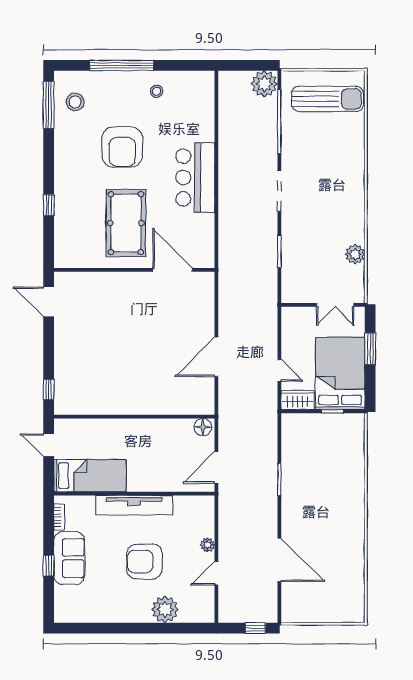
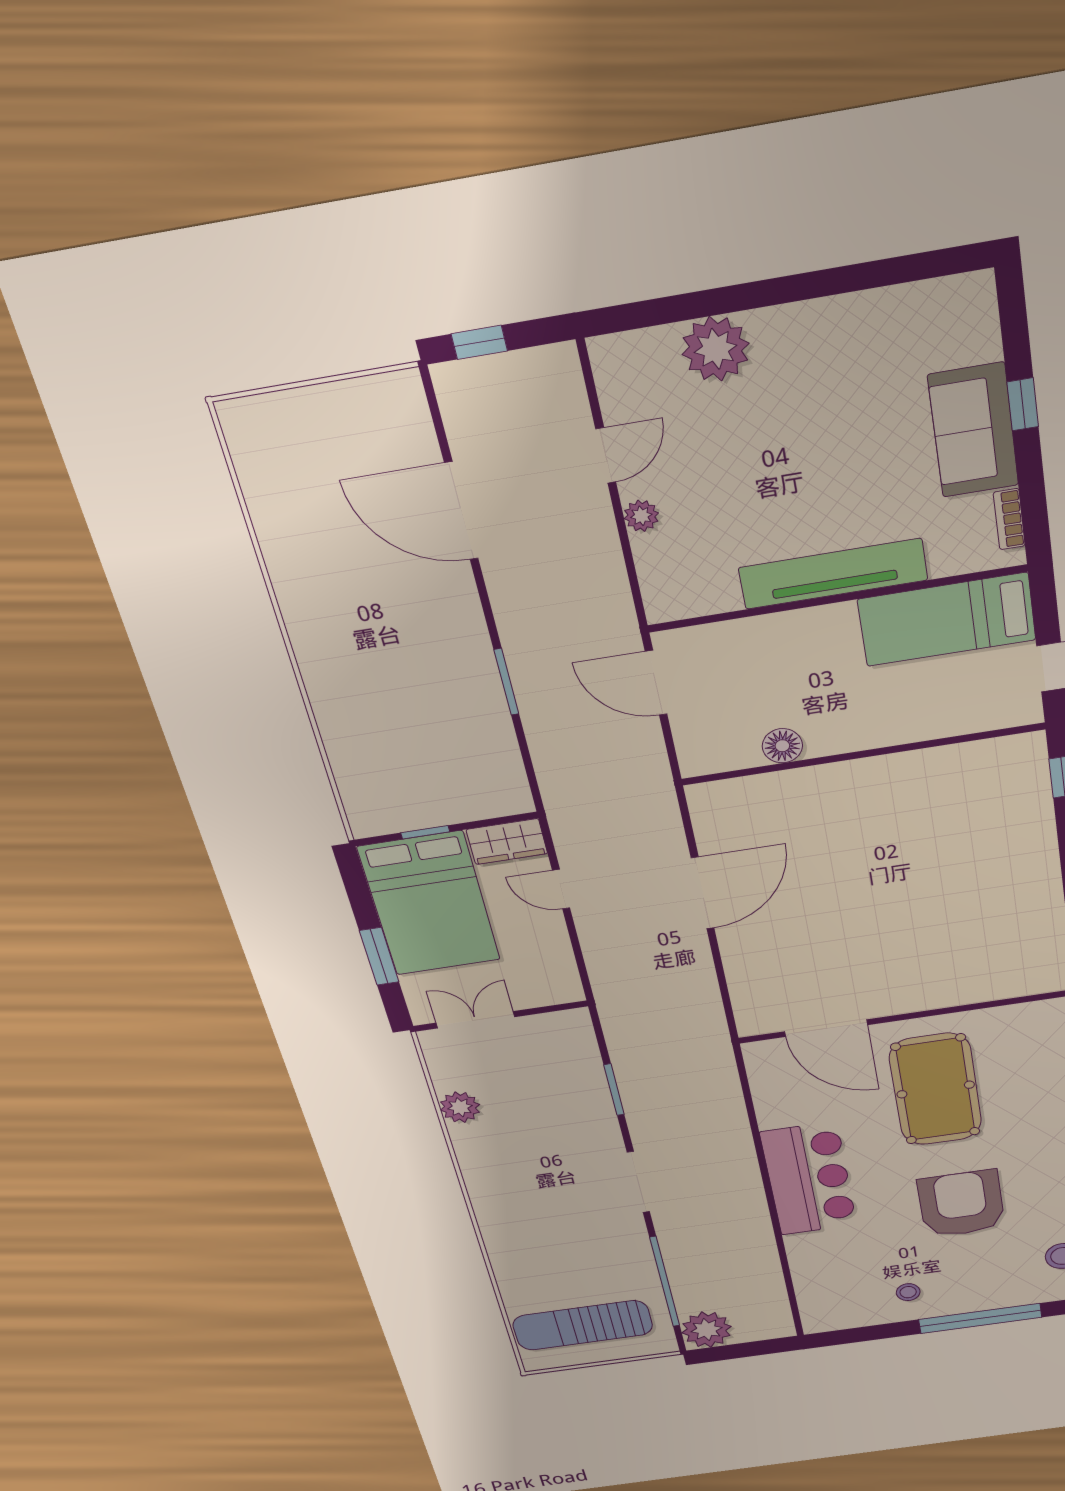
floor lamp: (203, 427) -> (782, 746), moved
door: (216, 468) -> (656, 683), swing flipped
armchair: (144, 562) -> (787, 453), removed

